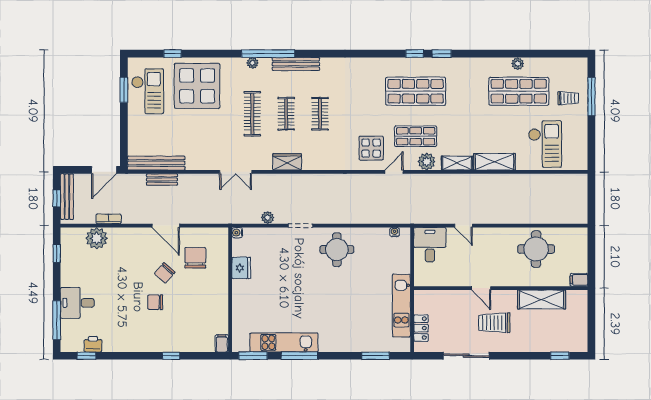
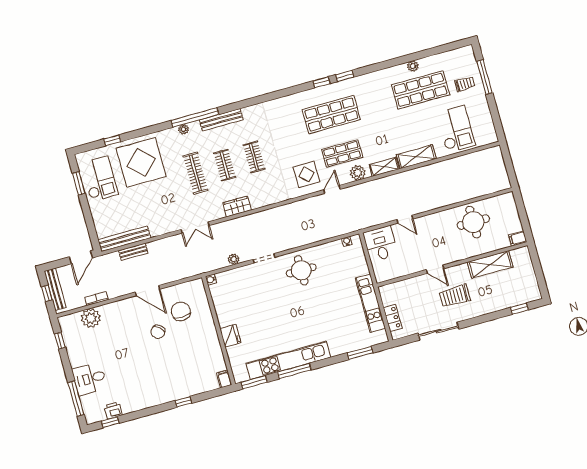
fridge: (241, 268) -> (230, 336), moved
chair: (155, 302) -> (157, 359), removed
kitchen unit: (284, 342) -> (288, 360), width x1.36

